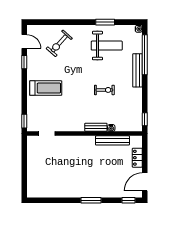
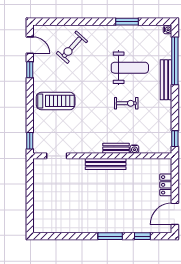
weight bench: (107, 46) -> (130, 68), moved
bench: (112, 140) -> (106, 164), moved
window: (129, 200) -> (142, 236), moved

